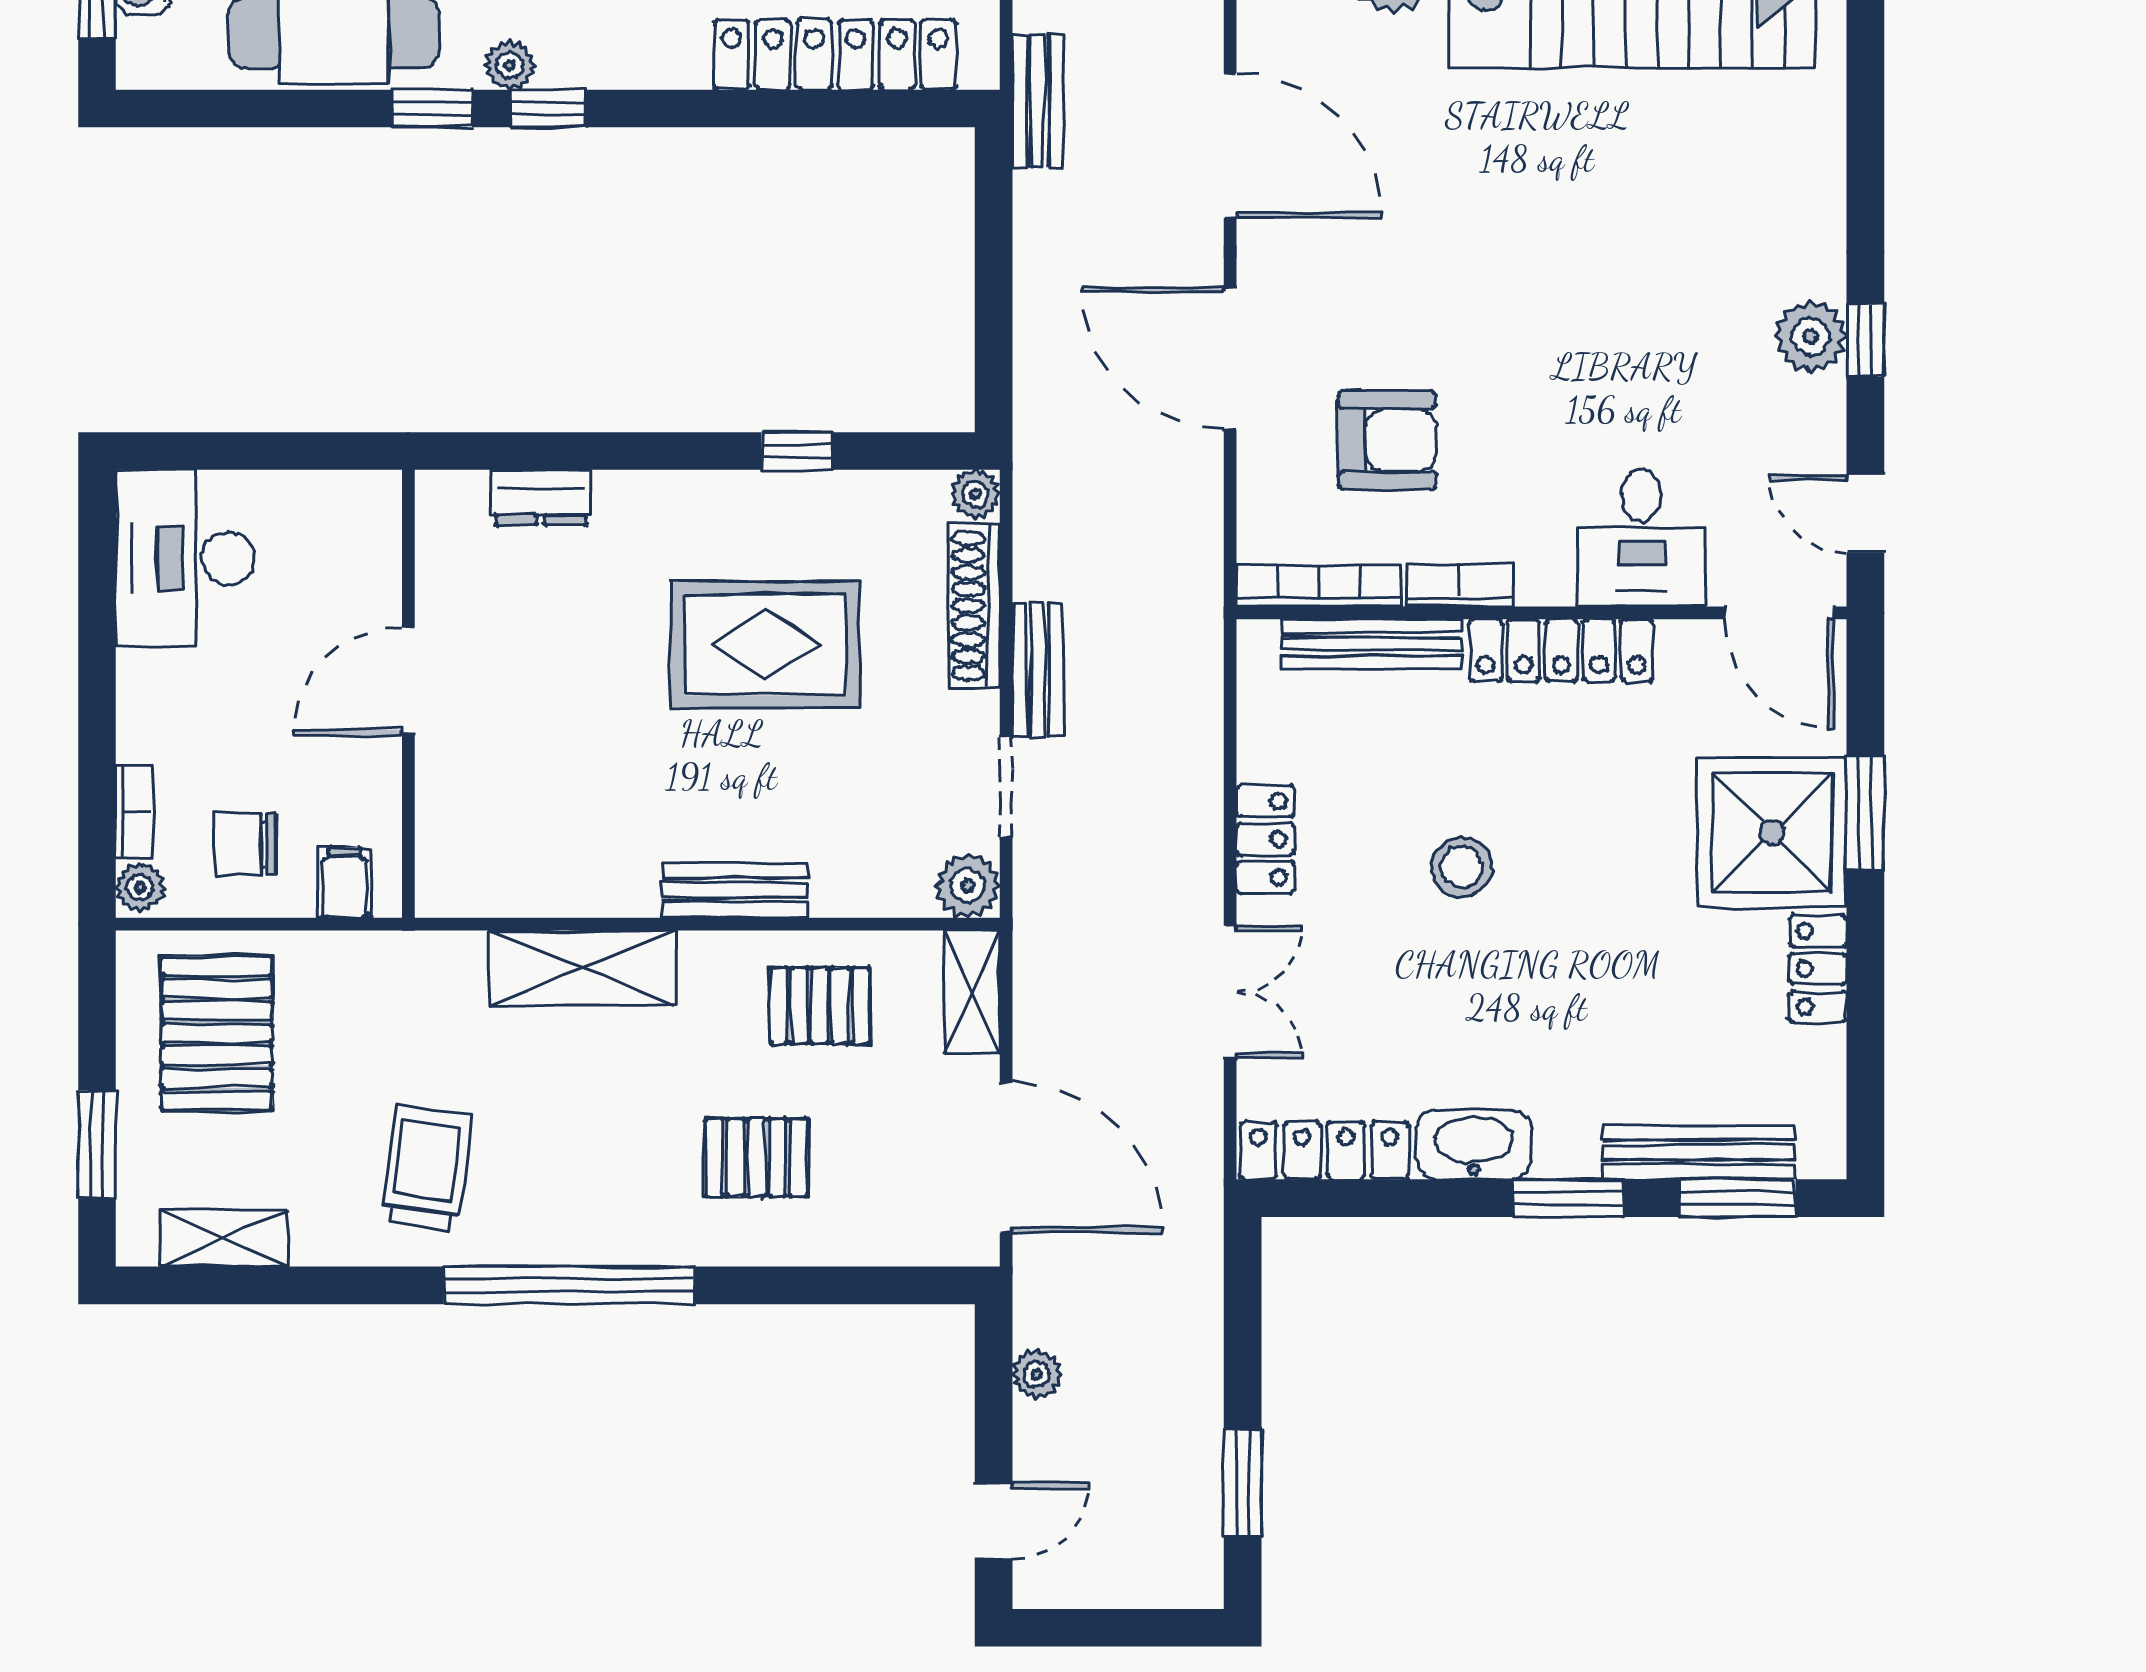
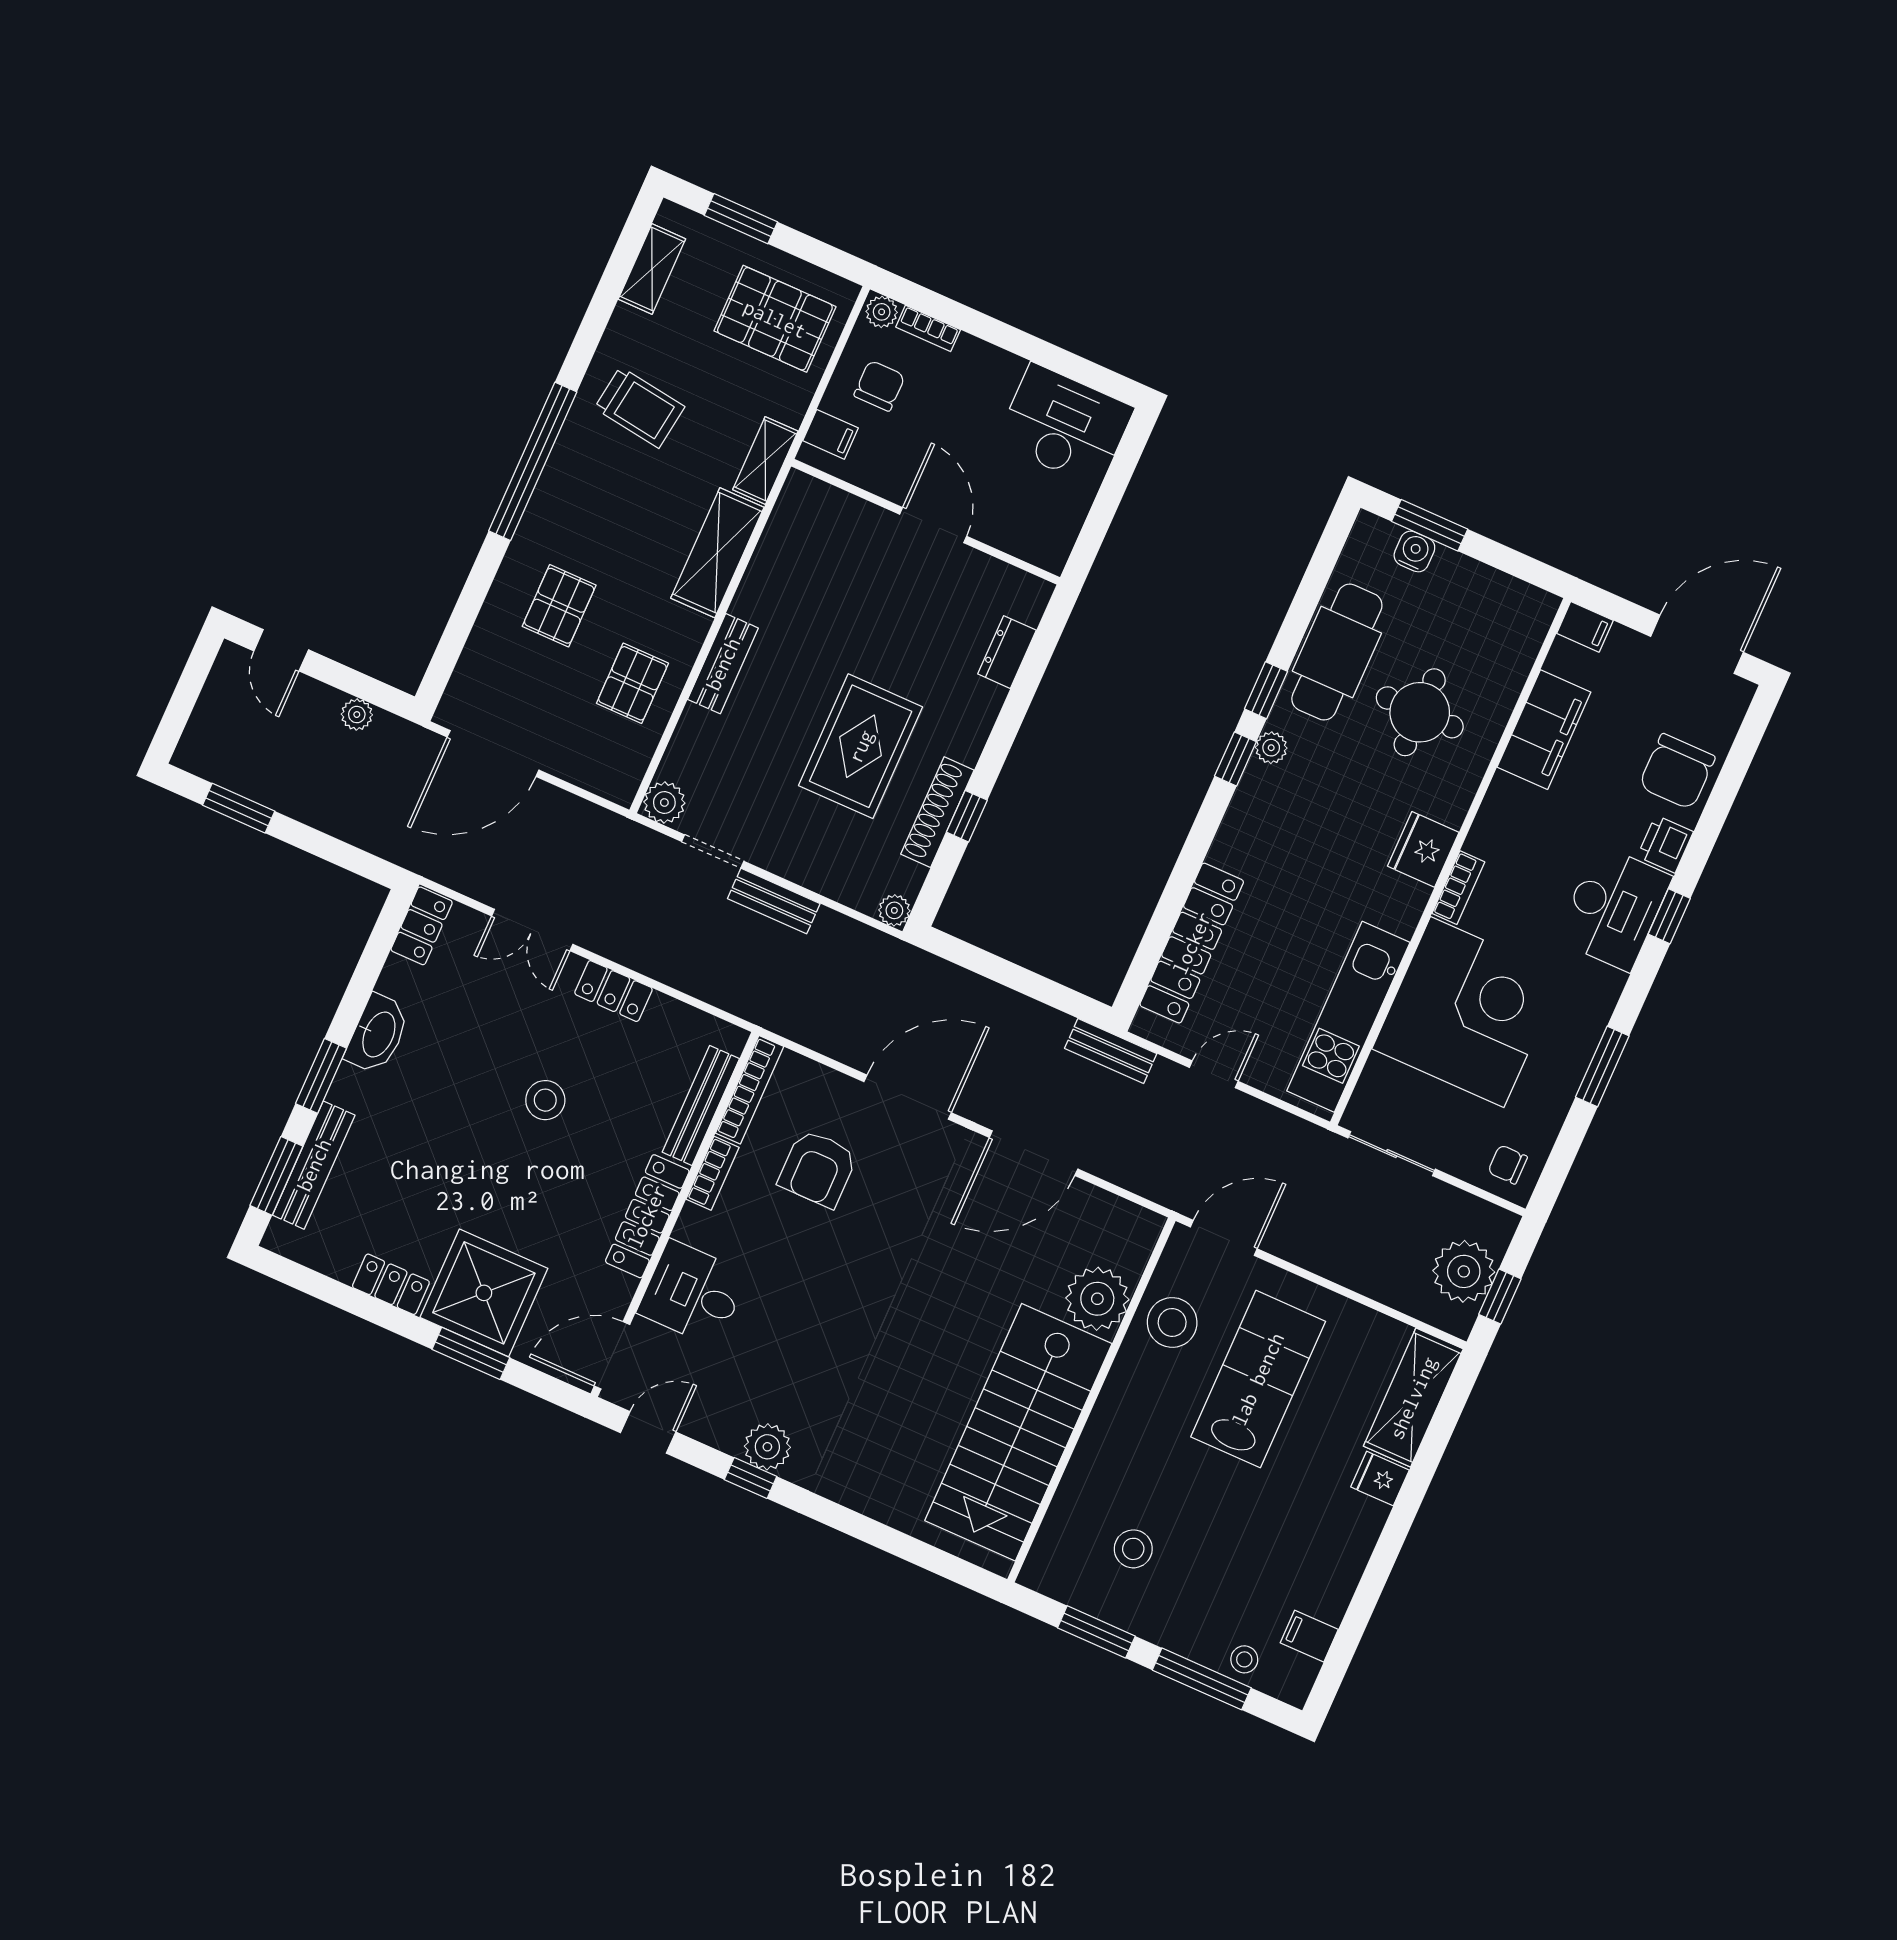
shoe rack: (974, 606) -> (937, 812), moved, turned -90
shelving: (972, 992) -> (765, 460), moved, turned 90
locker: (1324, 1150) -> (422, 926), width x0.66

